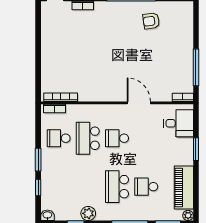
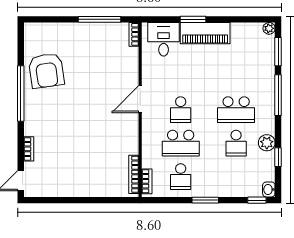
armchair: (151, 21) -> (46, 71), width x1.88, depth x1.88
door: (139, 103) -> (140, 99), moved
window: (38, 187) -> (257, 200), moved
school desk: (146, 187) -> (236, 143), moved
piano: (184, 188) -> (205, 33), moved

